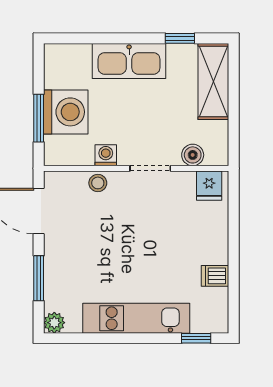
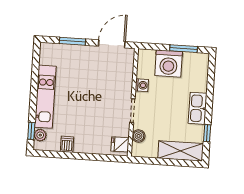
kitchen sink: (129, 61) -> (198, 108), width x0.73, depth x0.81
window: (39, 118) -> (184, 49), moved
stool: (98, 183) -> (126, 79), removed
plant: (54, 323) -> (40, 135), moved

